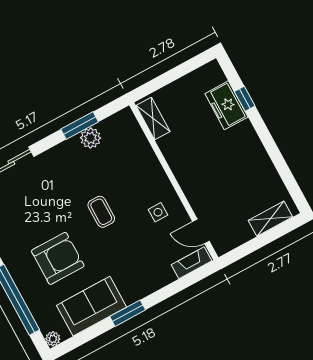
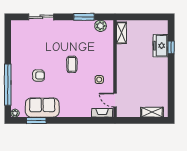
plant: (91, 138) -> (101, 26), moved
armchair: (58, 258) -> (39, 75), width x0.53, depth x0.53
window: (128, 313) -> (36, 120), moved

